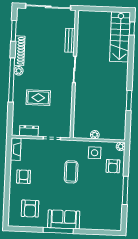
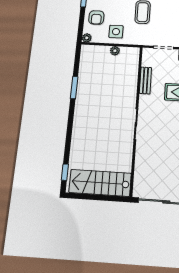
stairs: (120, 37) -> (100, 183), moved, turned -90
bench: (70, 40) -> (145, 80), moved
armchair: (113, 166) -> (96, 17), turned 180

